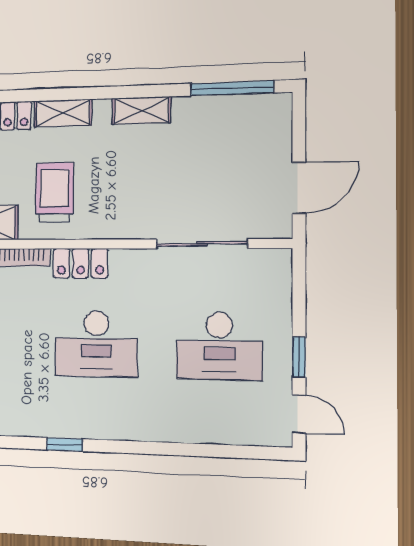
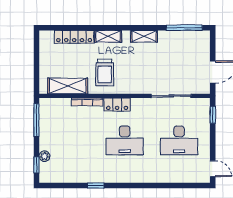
trolley: (55, 192) -> (105, 72), turned 180
window: (299, 357) -> (213, 115), moved
window: (65, 444) -> (96, 186), moved

